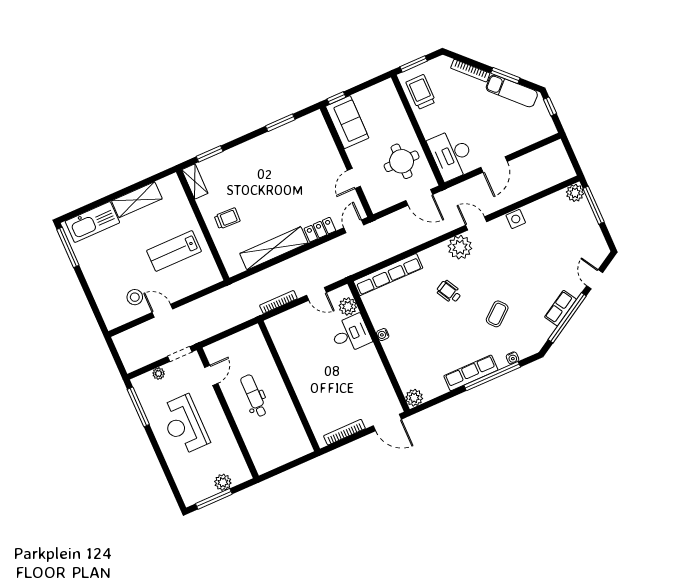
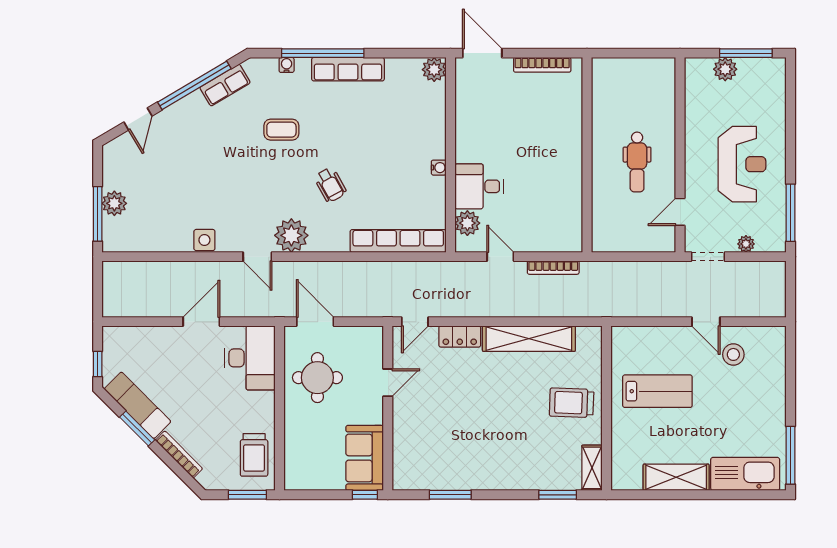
plant: (575, 193) -> (114, 203), moved
trolley: (227, 218) -> (572, 403), width x1.36, depth x1.39
row of seats: (560, 308) -> (225, 85), moved
coffee table: (497, 314) -> (281, 130), turned 40

